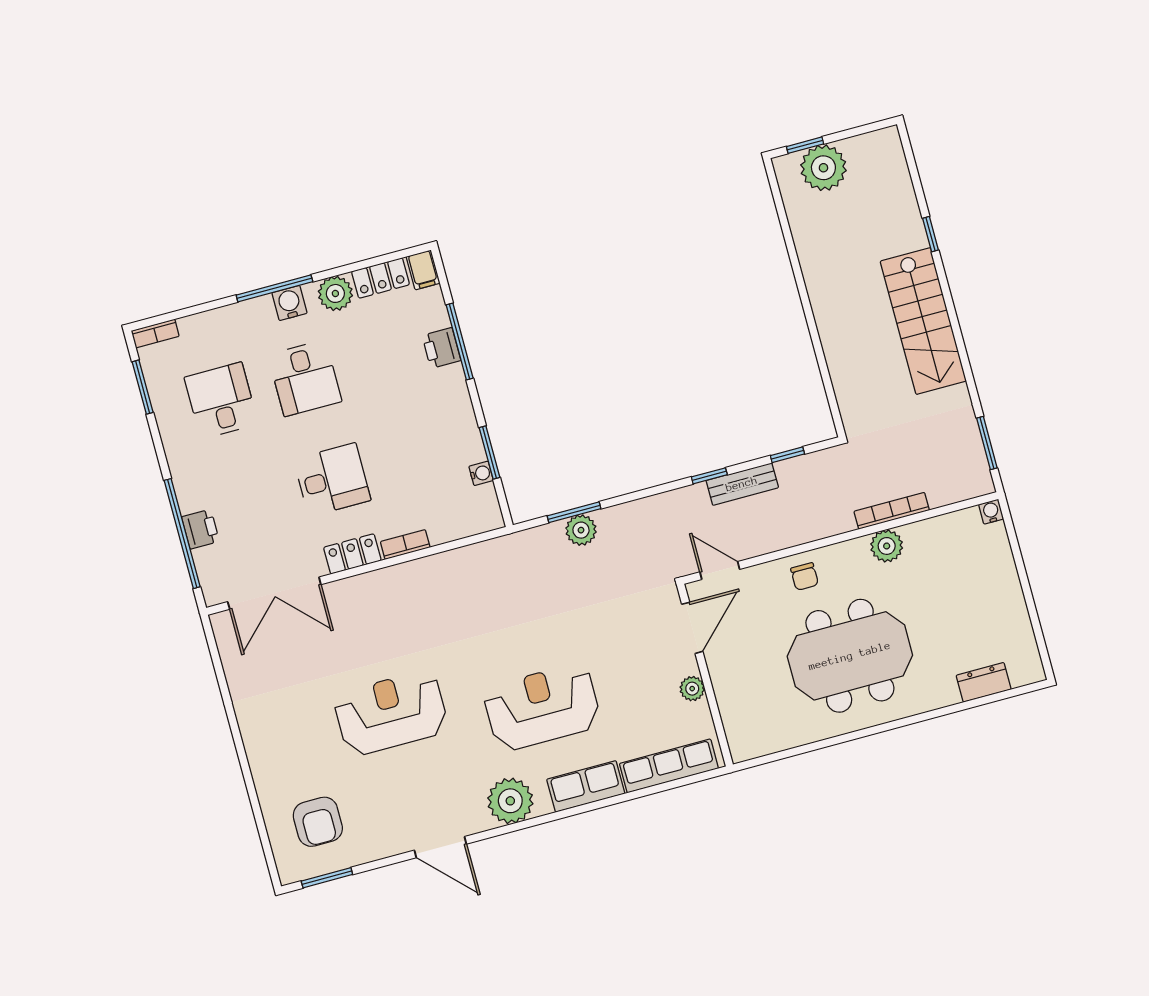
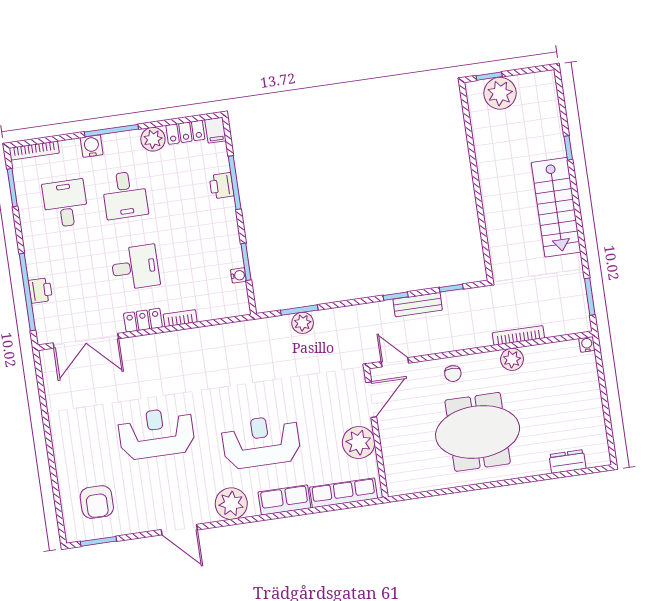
water cooler: (289, 303) -> (92, 146), moved
bookcase: (155, 333) -> (34, 151), width x1.56
plant: (692, 689) -> (359, 442), width x1.88, depth x1.88

